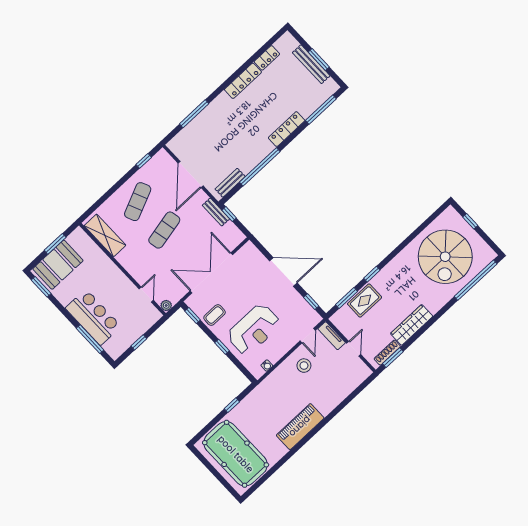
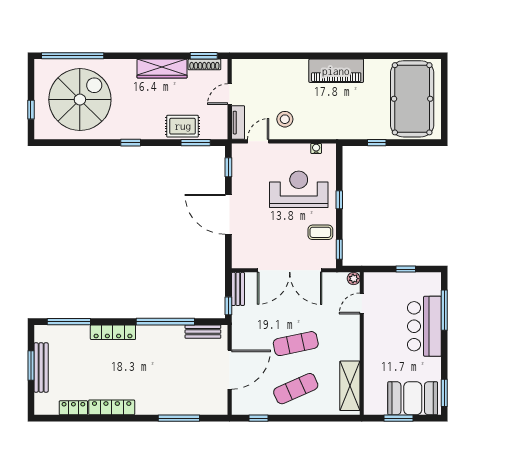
bench: (216, 212) -> (238, 289), moved
window: (372, 274) -> (131, 143), moved

